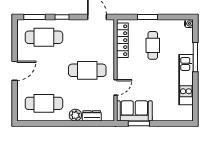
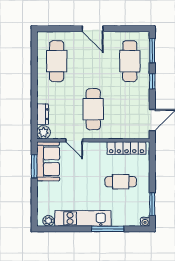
window: (148, 17) -> (152, 204), moved
plant: (188, 111) -> (48, 221), added
plant: (75, 115) -> (43, 132), moved

